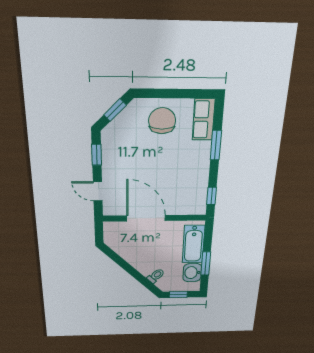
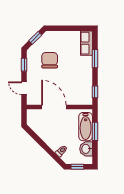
chair: (162, 121) -> (50, 60), moved
window: (206, 264) -> (95, 131), moved

